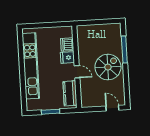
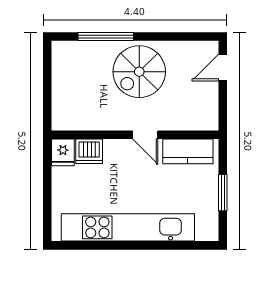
fridge: (67, 58) -> (63, 152), moved
spiral stairs: (108, 67) -> (139, 72), turned -90
door: (77, 72) -> (145, 135), swing flipped

